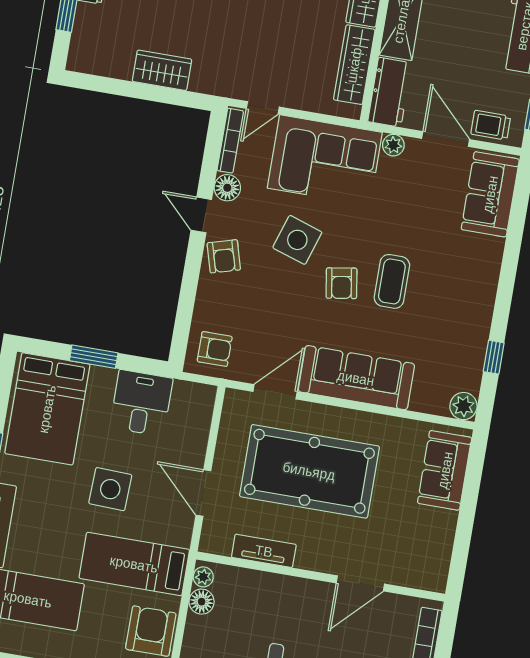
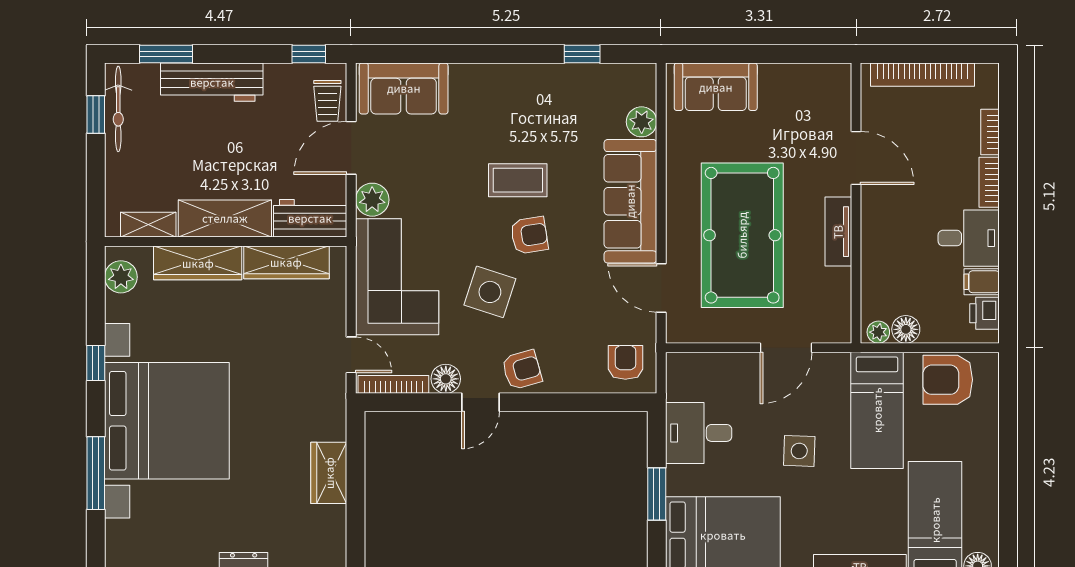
plant: (393, 145) -> (372, 200), width x1.38, depth x1.38
plant: (463, 406) -> (642, 122), moved
side table: (110, 489) -> (799, 451), width x0.73, depth x0.73
tv unit: (264, 551) -> (838, 232), moved

